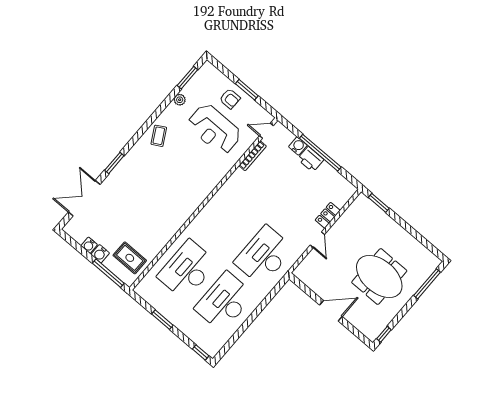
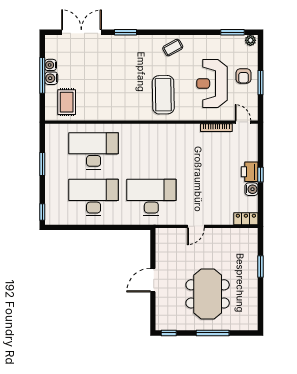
plant: (180, 100) -> (250, 40), moved
water cooler: (298, 146) -> (251, 189), moved
window: (320, 153) -> (261, 175), width x0.32
coffee table: (190, 176) -> (163, 95), added
window: (379, 203) -> (261, 267), moved
locker: (328, 215) -> (246, 219), moved
window: (108, 273) -> (42, 75), moved
window: (427, 284) -> (213, 333), moved
door: (331, 311) -> (153, 280), swing flipped

